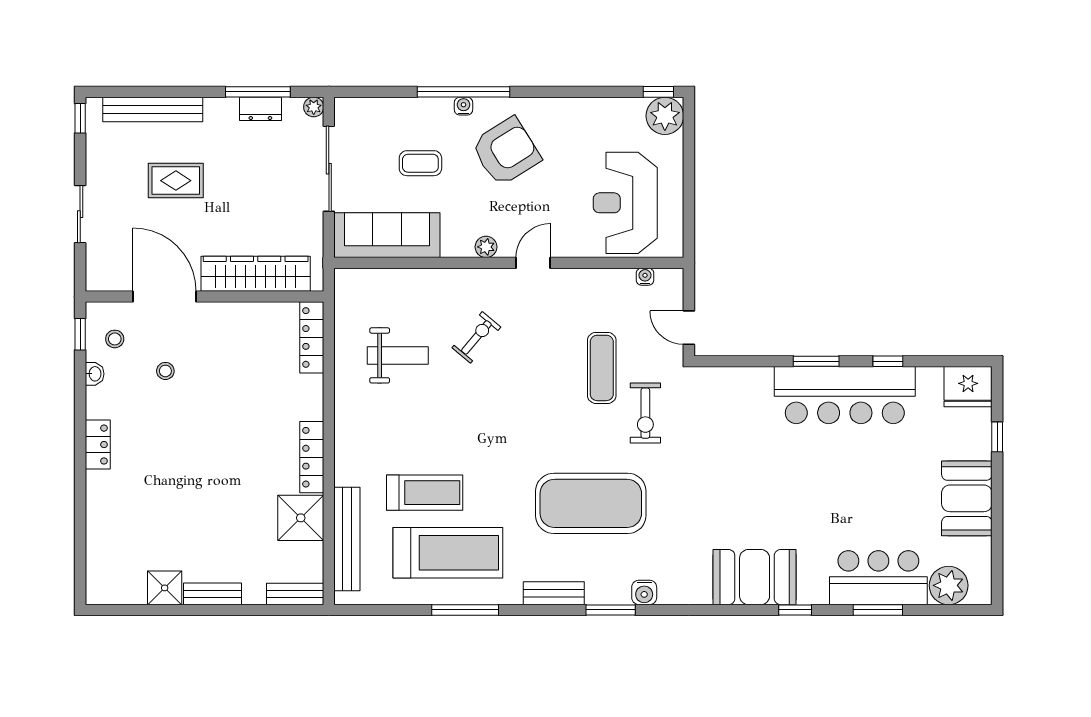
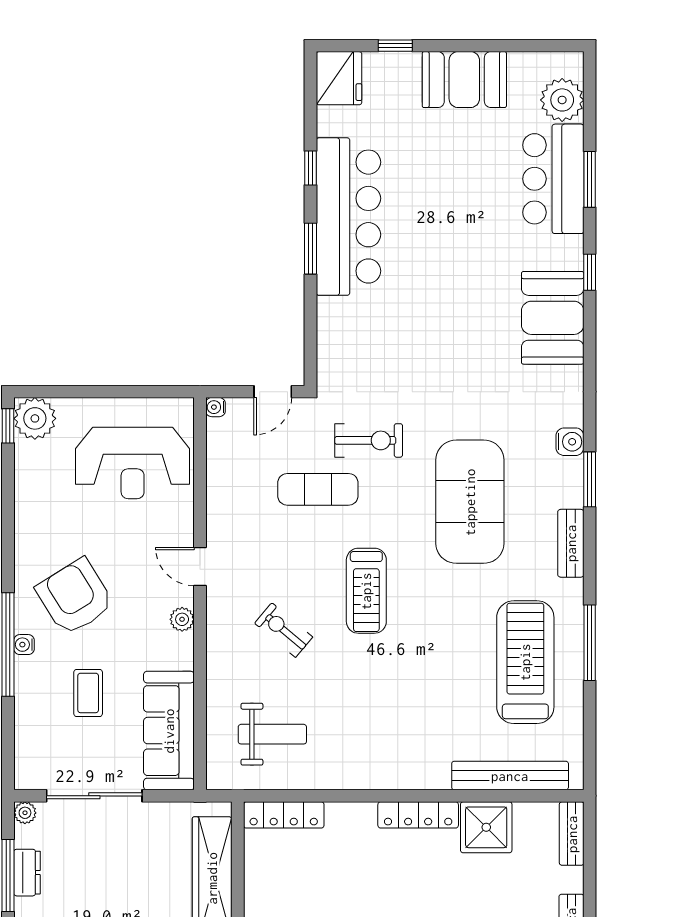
water cooler: (645, 277) -> (215, 407), moved
weight bench: (398, 355) -> (272, 734), moved, turned 90
treadmill: (425, 493) -> (366, 591), moved, turned 180

